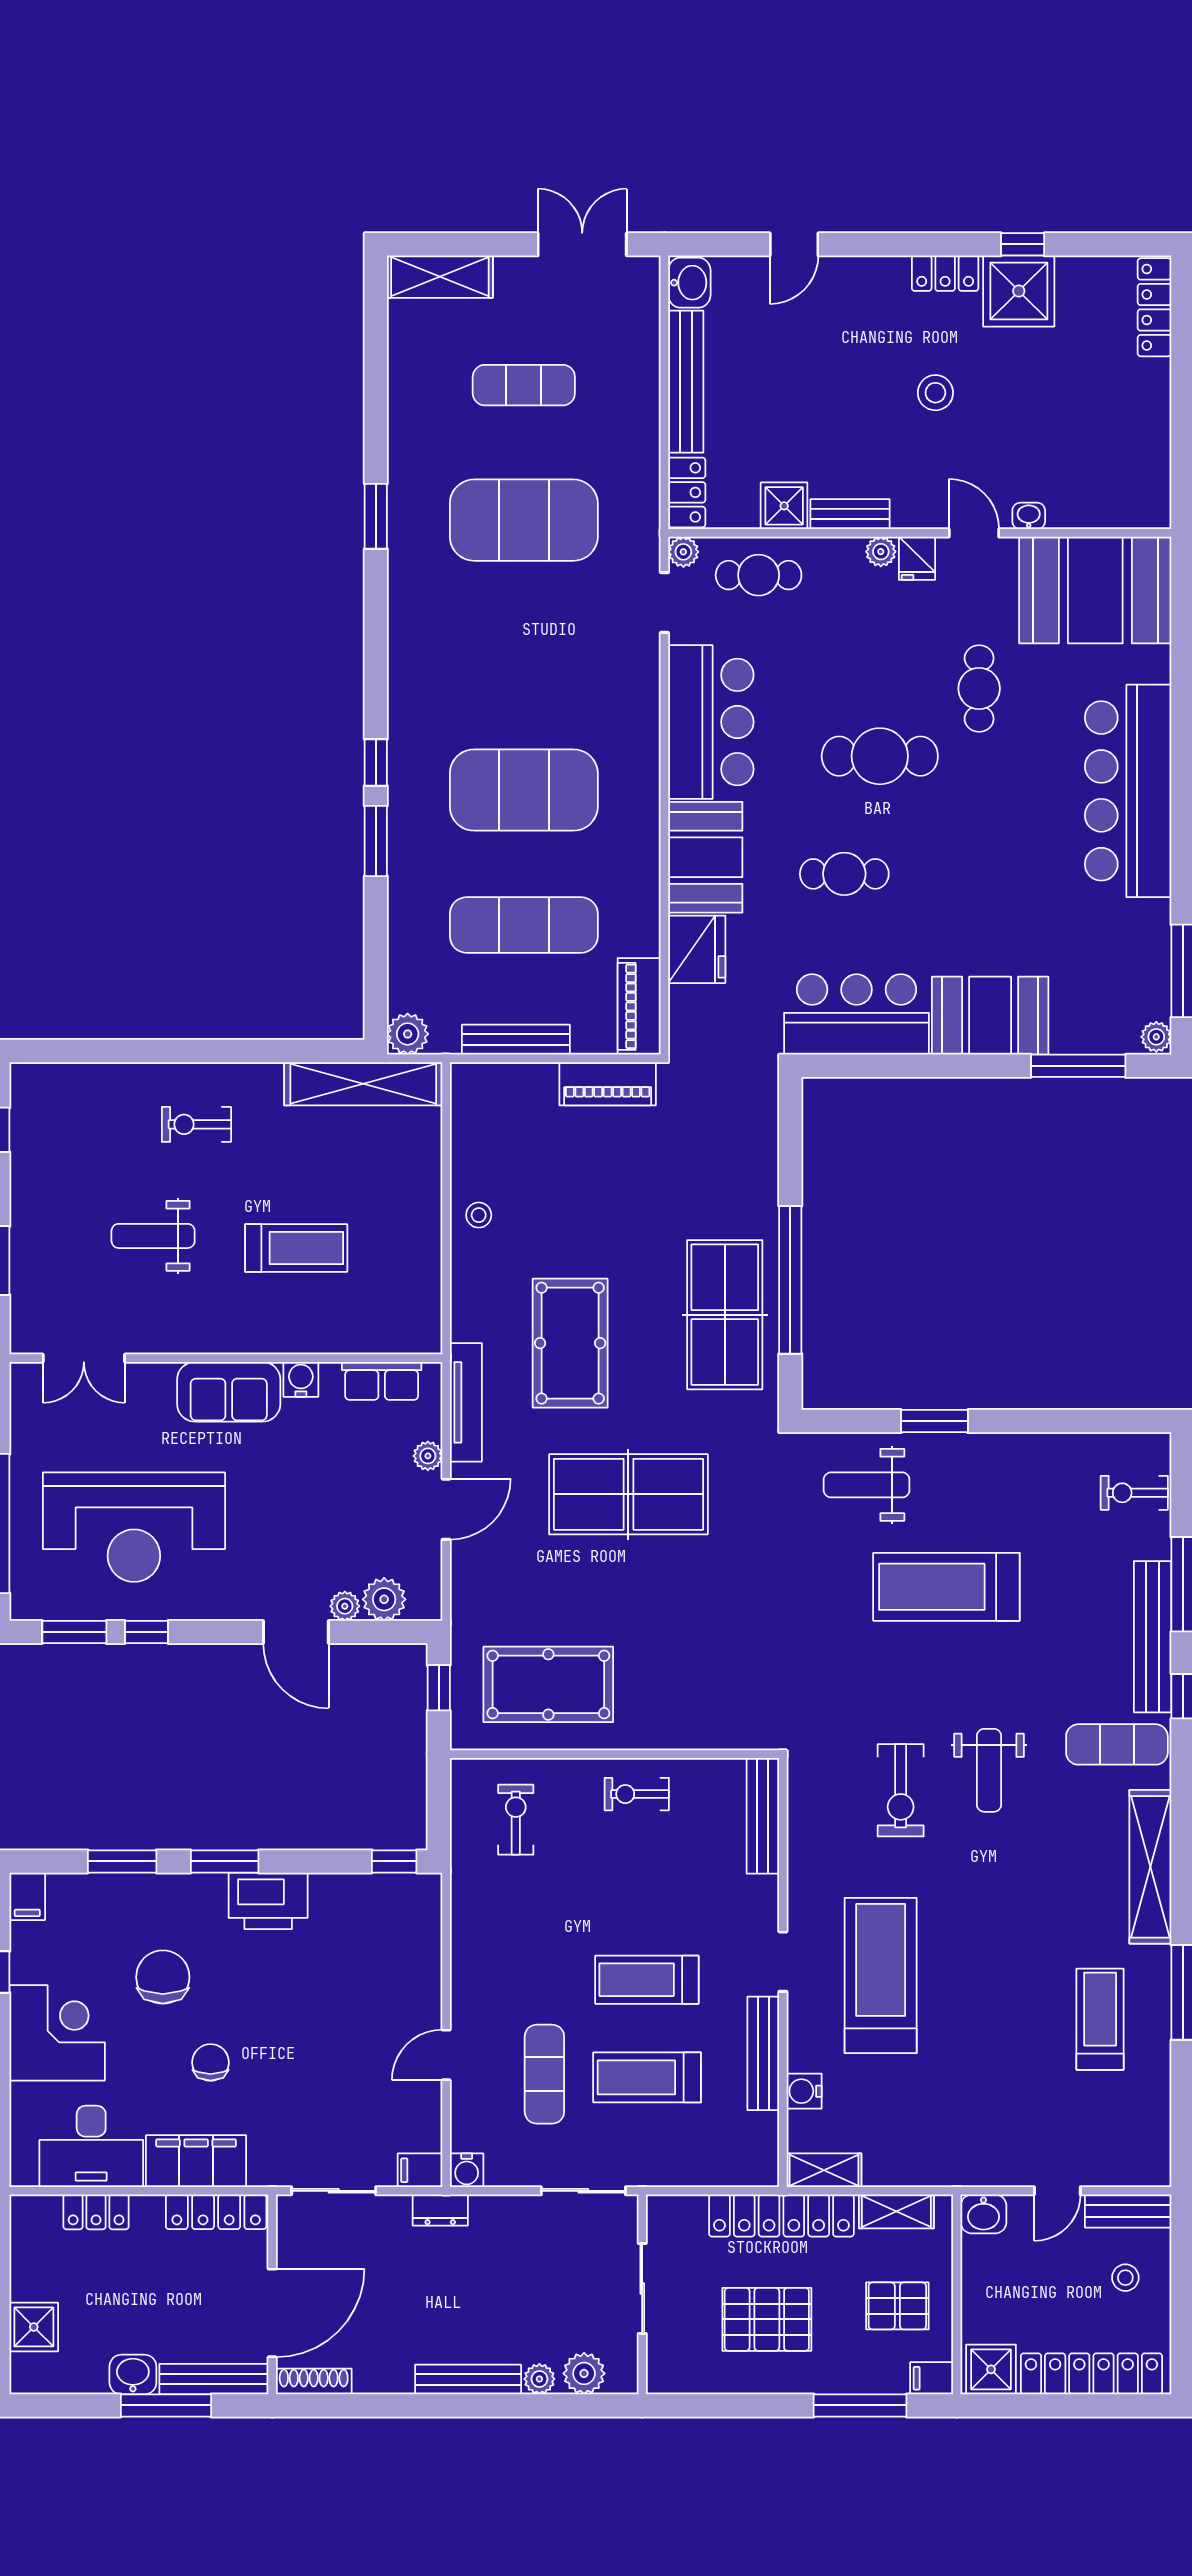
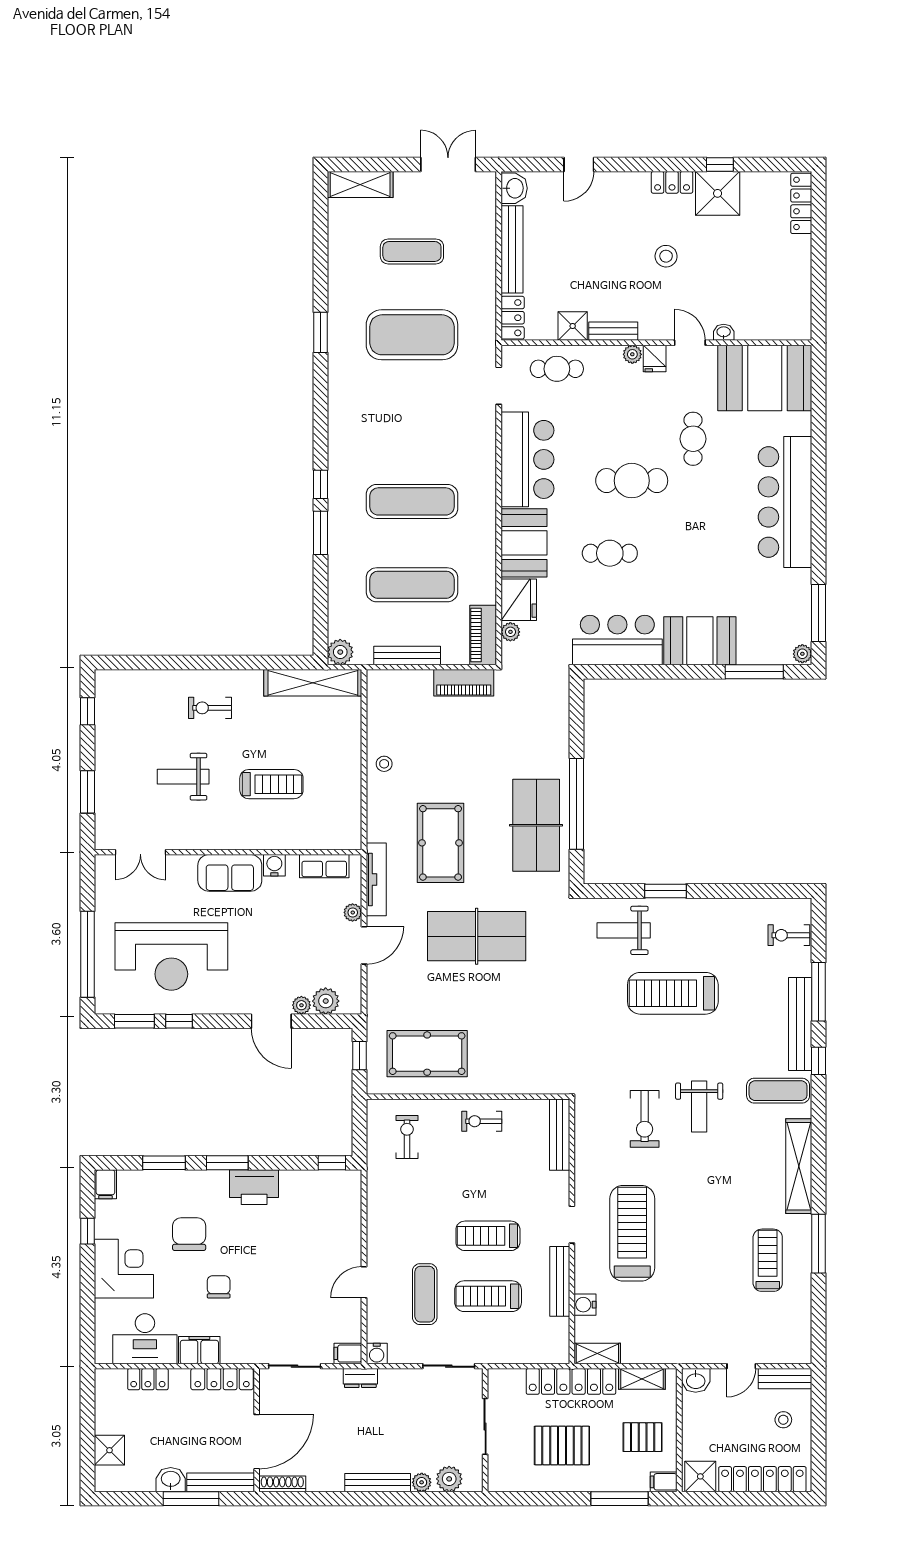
plant: (683, 552) -> (510, 632), moved
exercise mat: (524, 790) -> (412, 501), width x0.68
filing cabinet: (196, 2161) -> (199, 1350), width x0.67, depth x0.86

